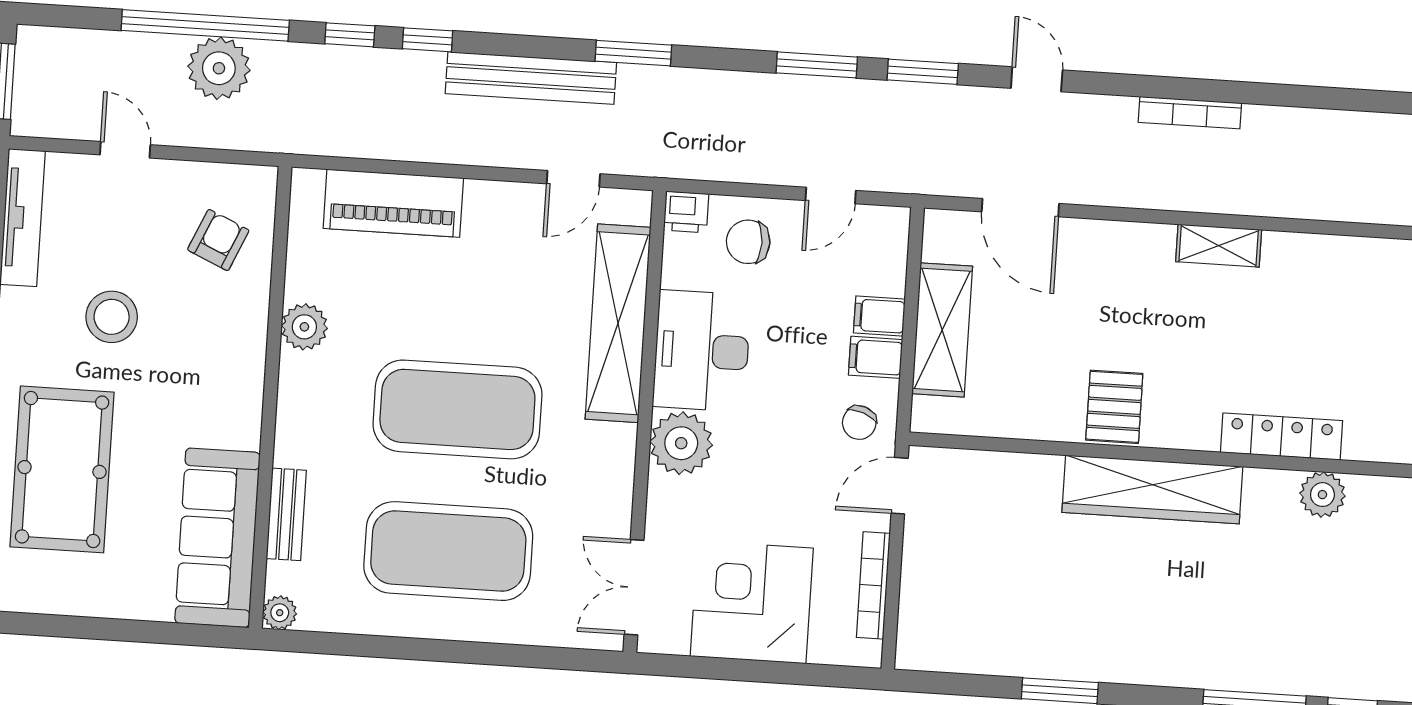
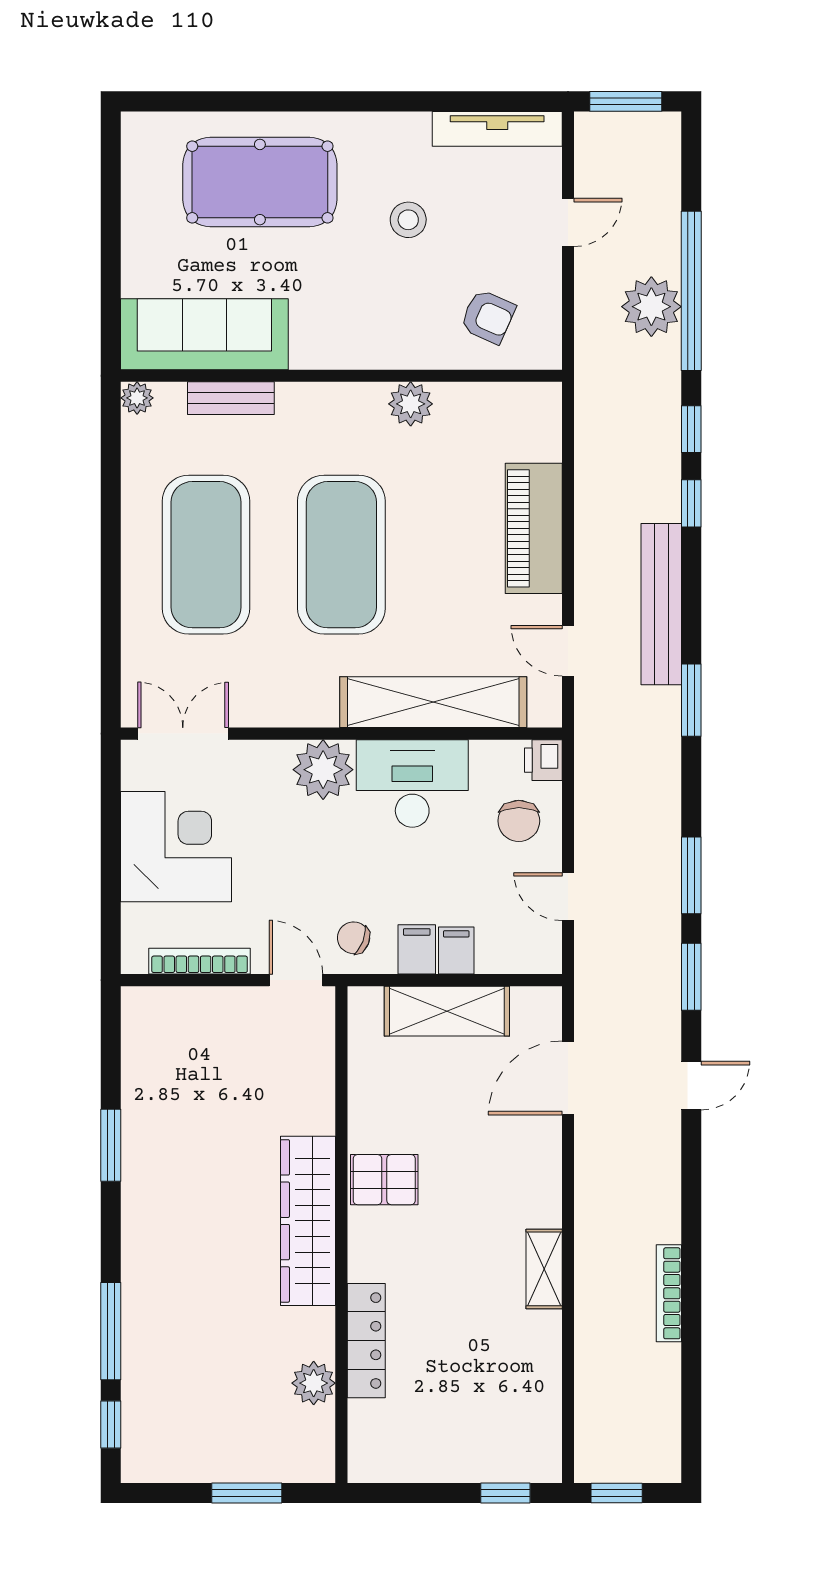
bookcase: (1190, 113) -> (669, 1293), moved
piano: (393, 203) -> (534, 528), moved
chair: (748, 242) -> (519, 821), turned 180
stool: (112, 317) -> (408, 220), width x0.73, depth x0.73

